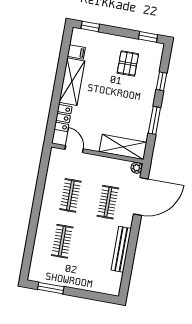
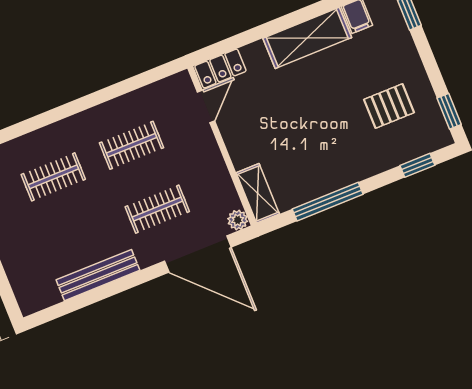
window: (161, 81) -> (417, 165), moved
locker: (63, 118) -> (220, 68), moved
window: (154, 120) -> (328, 202), width x1.44
shelving: (123, 147) -> (258, 193), width x0.67, depth x0.75

